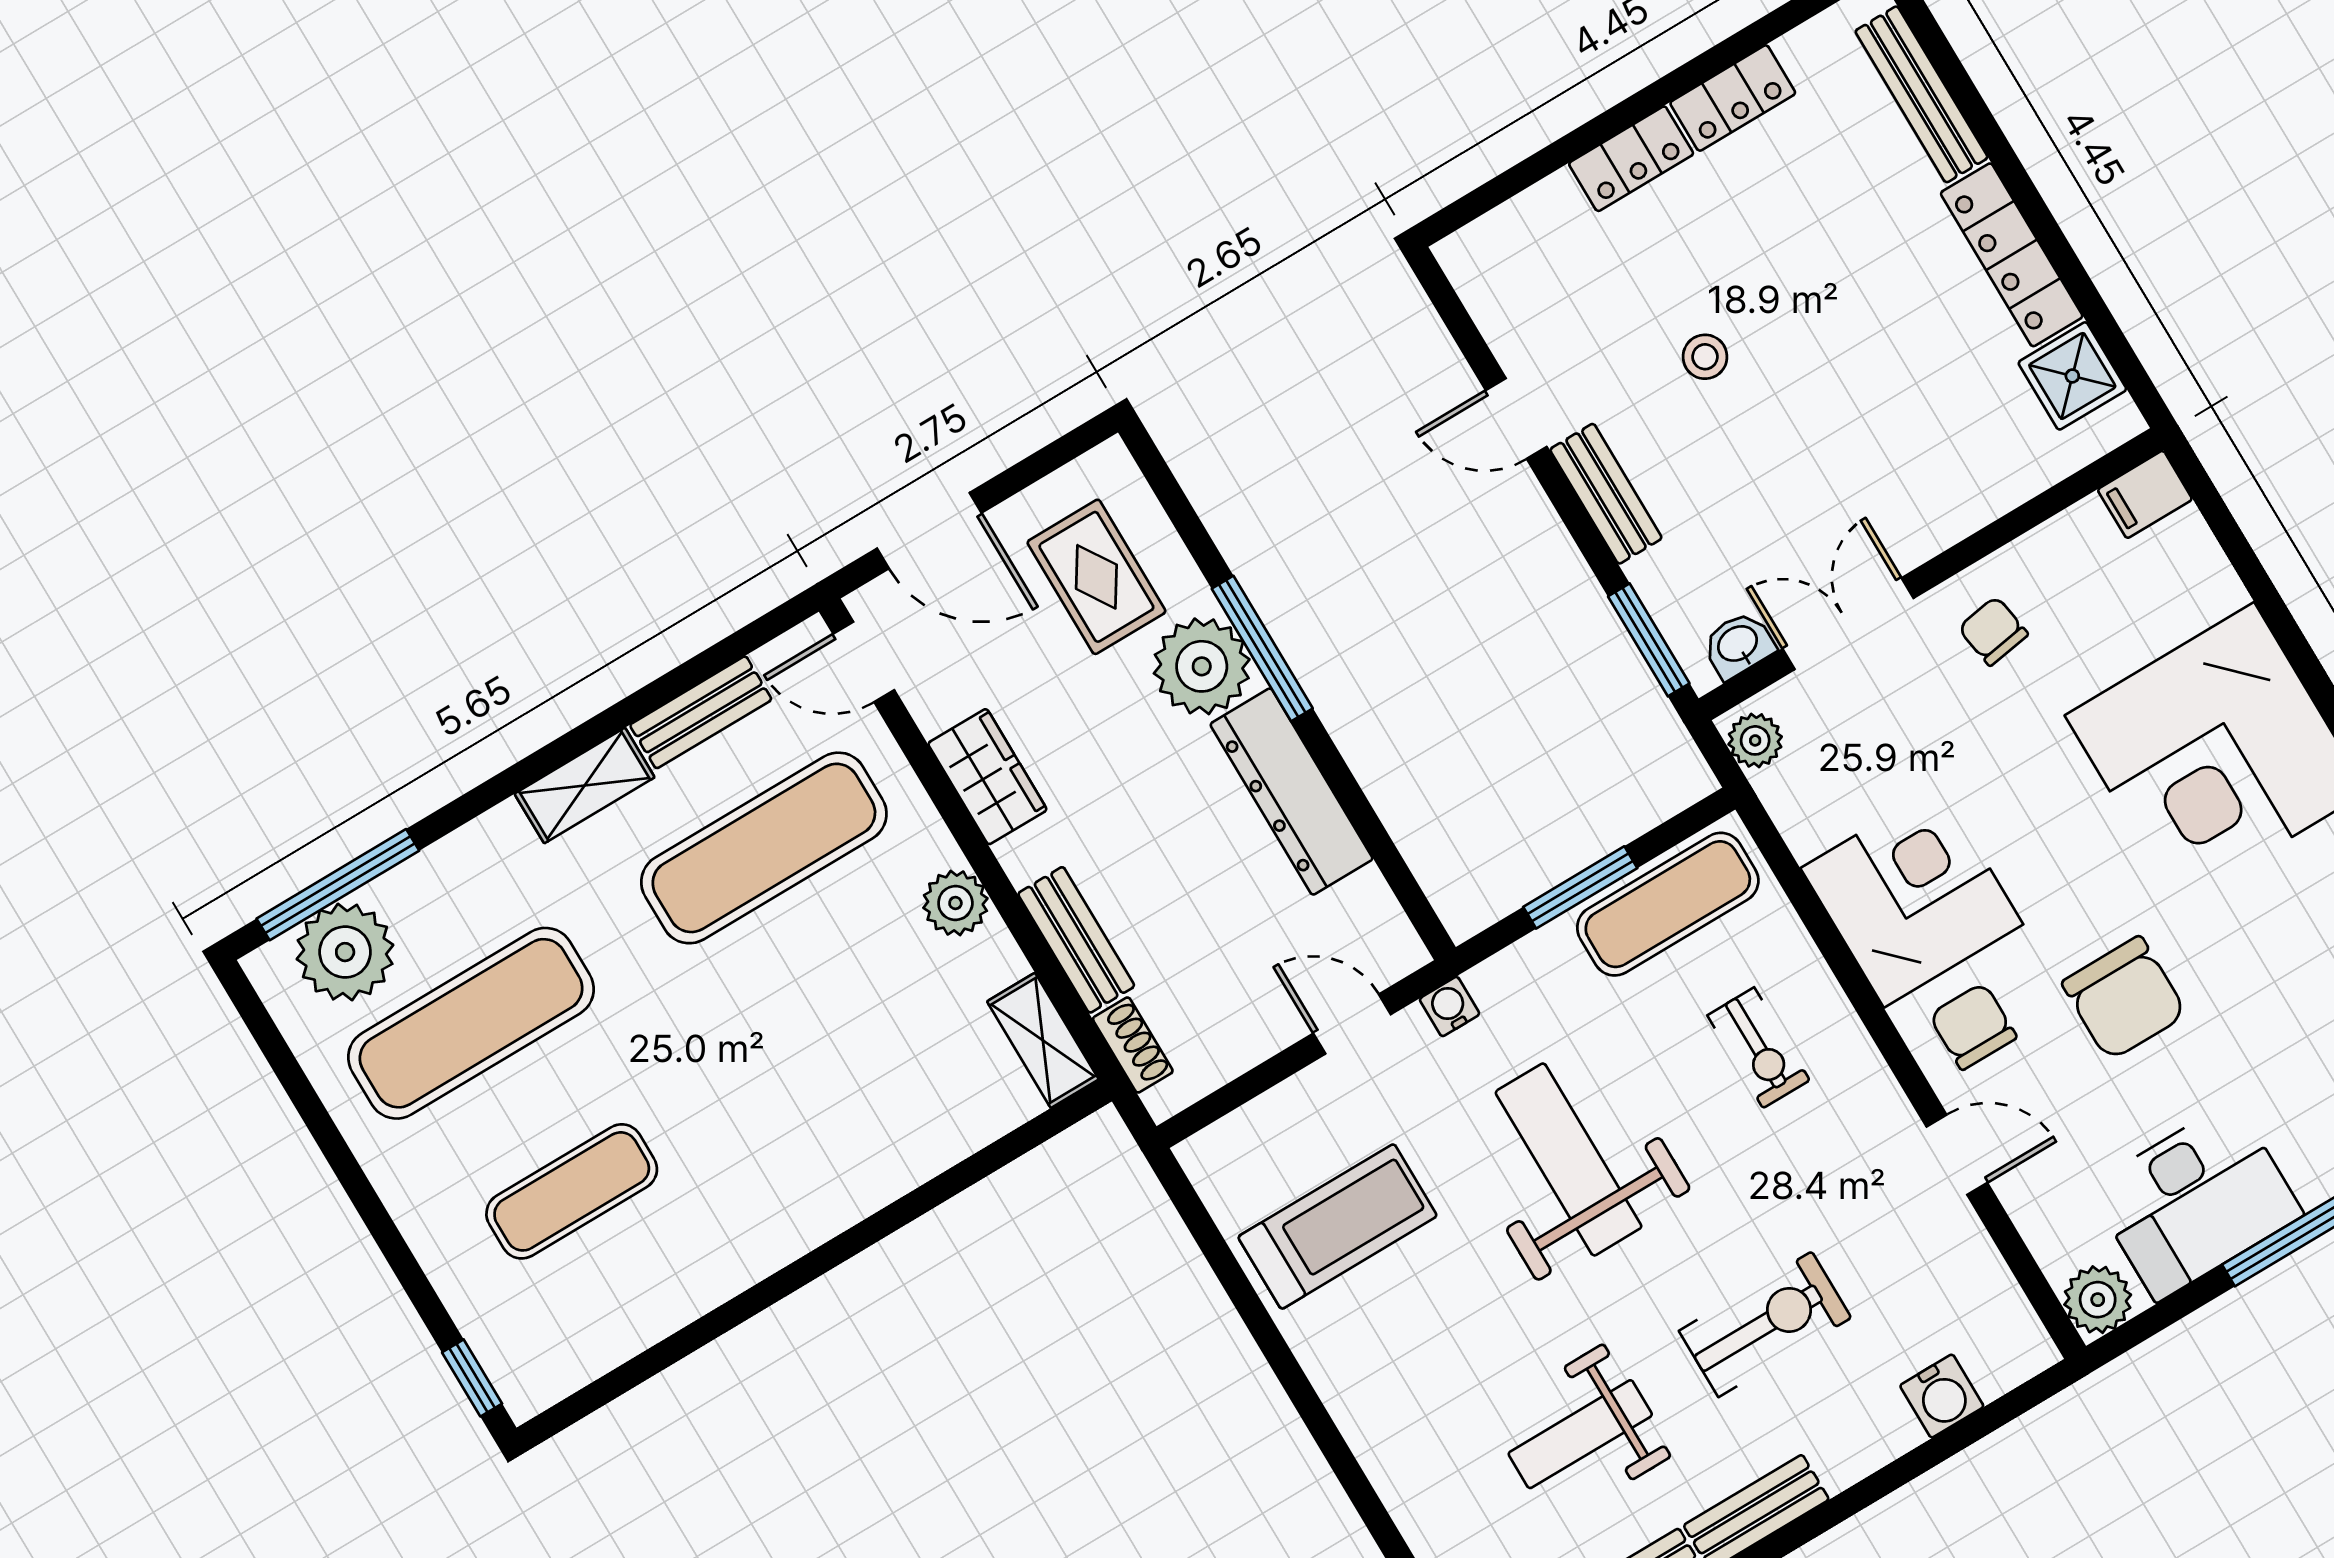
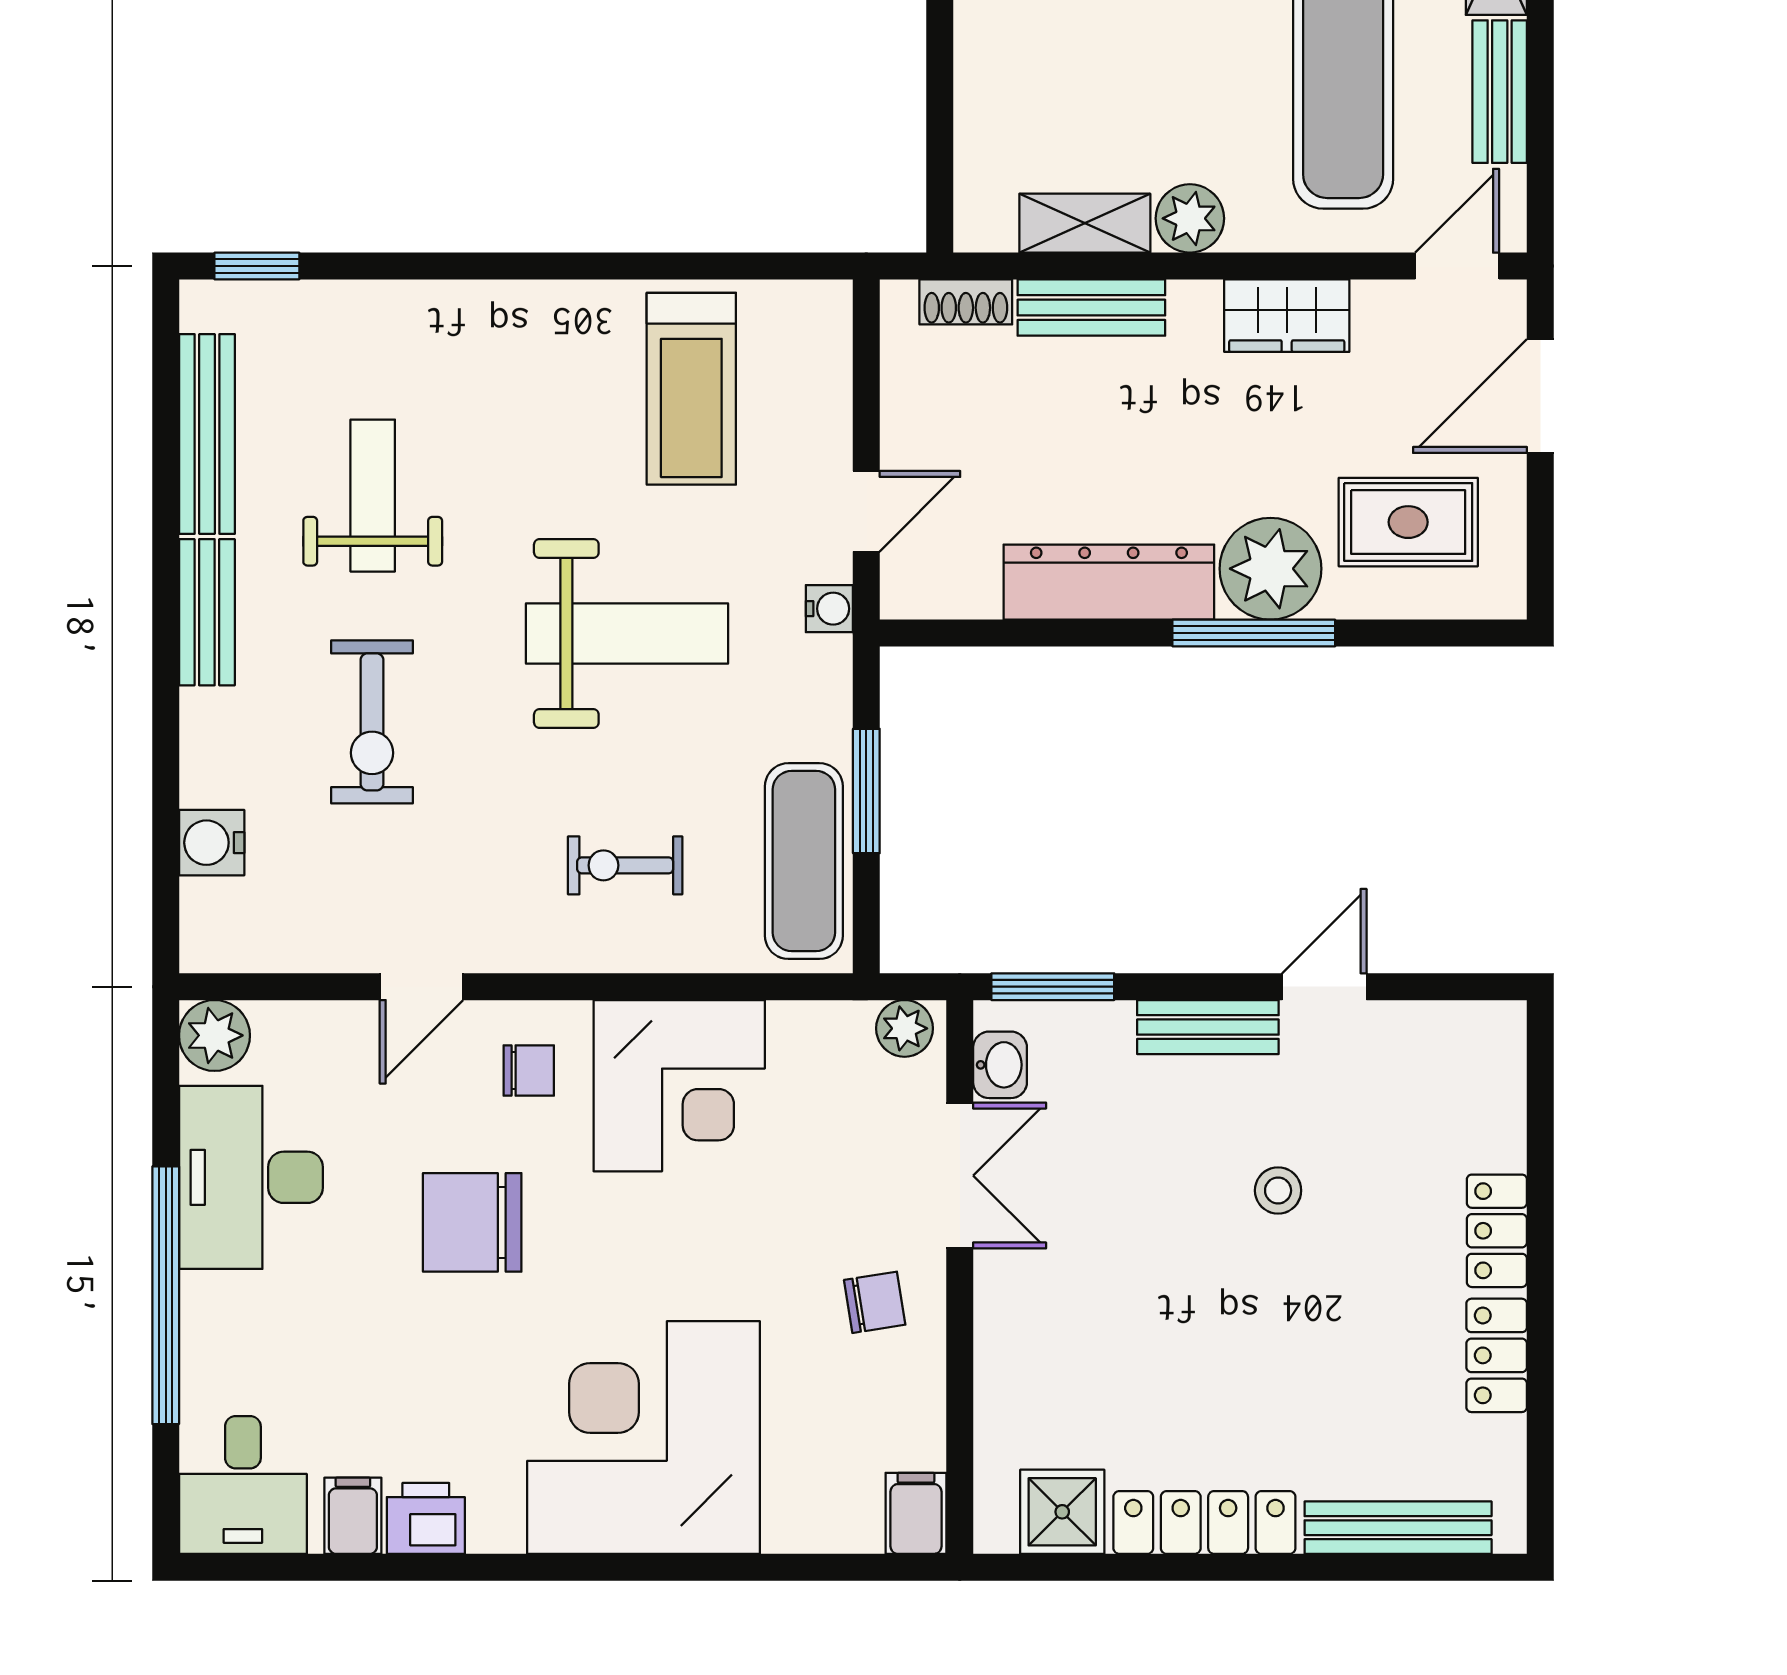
chair: (1973, 1026) -> (529, 1071), width x0.73, depth x0.73
shelving: (1043, 1040) -> (1085, 223), moved

